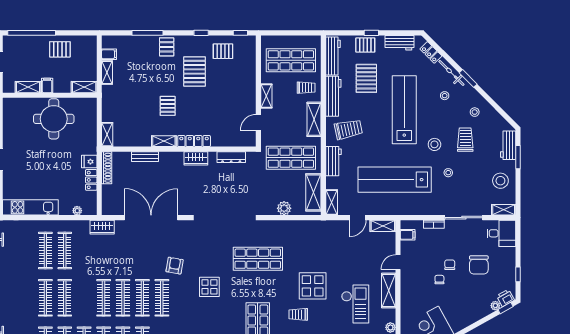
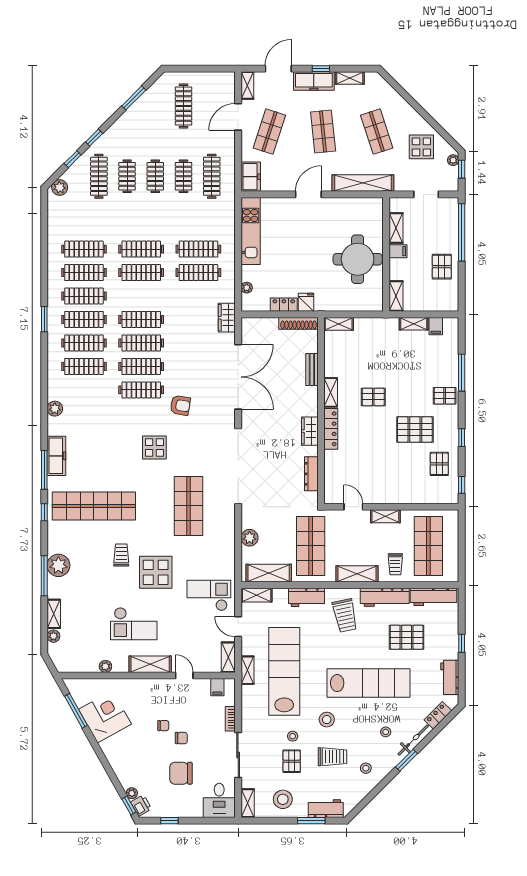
pallet: (365, 45) -> (292, 761), moved
shelving: (394, 210) -> (248, 670), added
checkout: (332, 242) -> (209, 595), added

